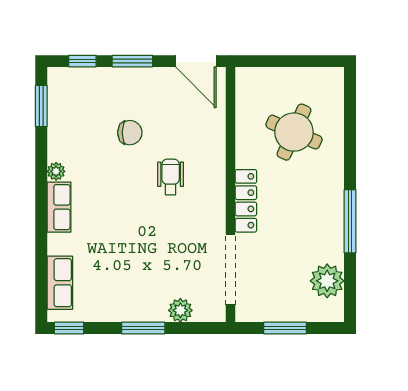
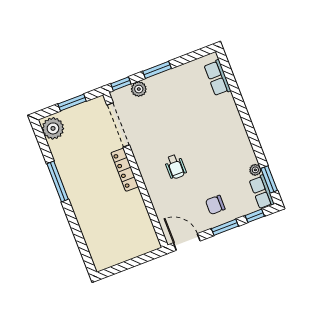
round table: (294, 132) -> (112, 222), removed
chair: (130, 133) -> (215, 205), moved
plant: (56, 171) -> (255, 170), moved
row of seats: (59, 207) -> (262, 192), moved
plant: (327, 281) -> (53, 128), moved
window: (69, 328) -> (121, 84), moved

